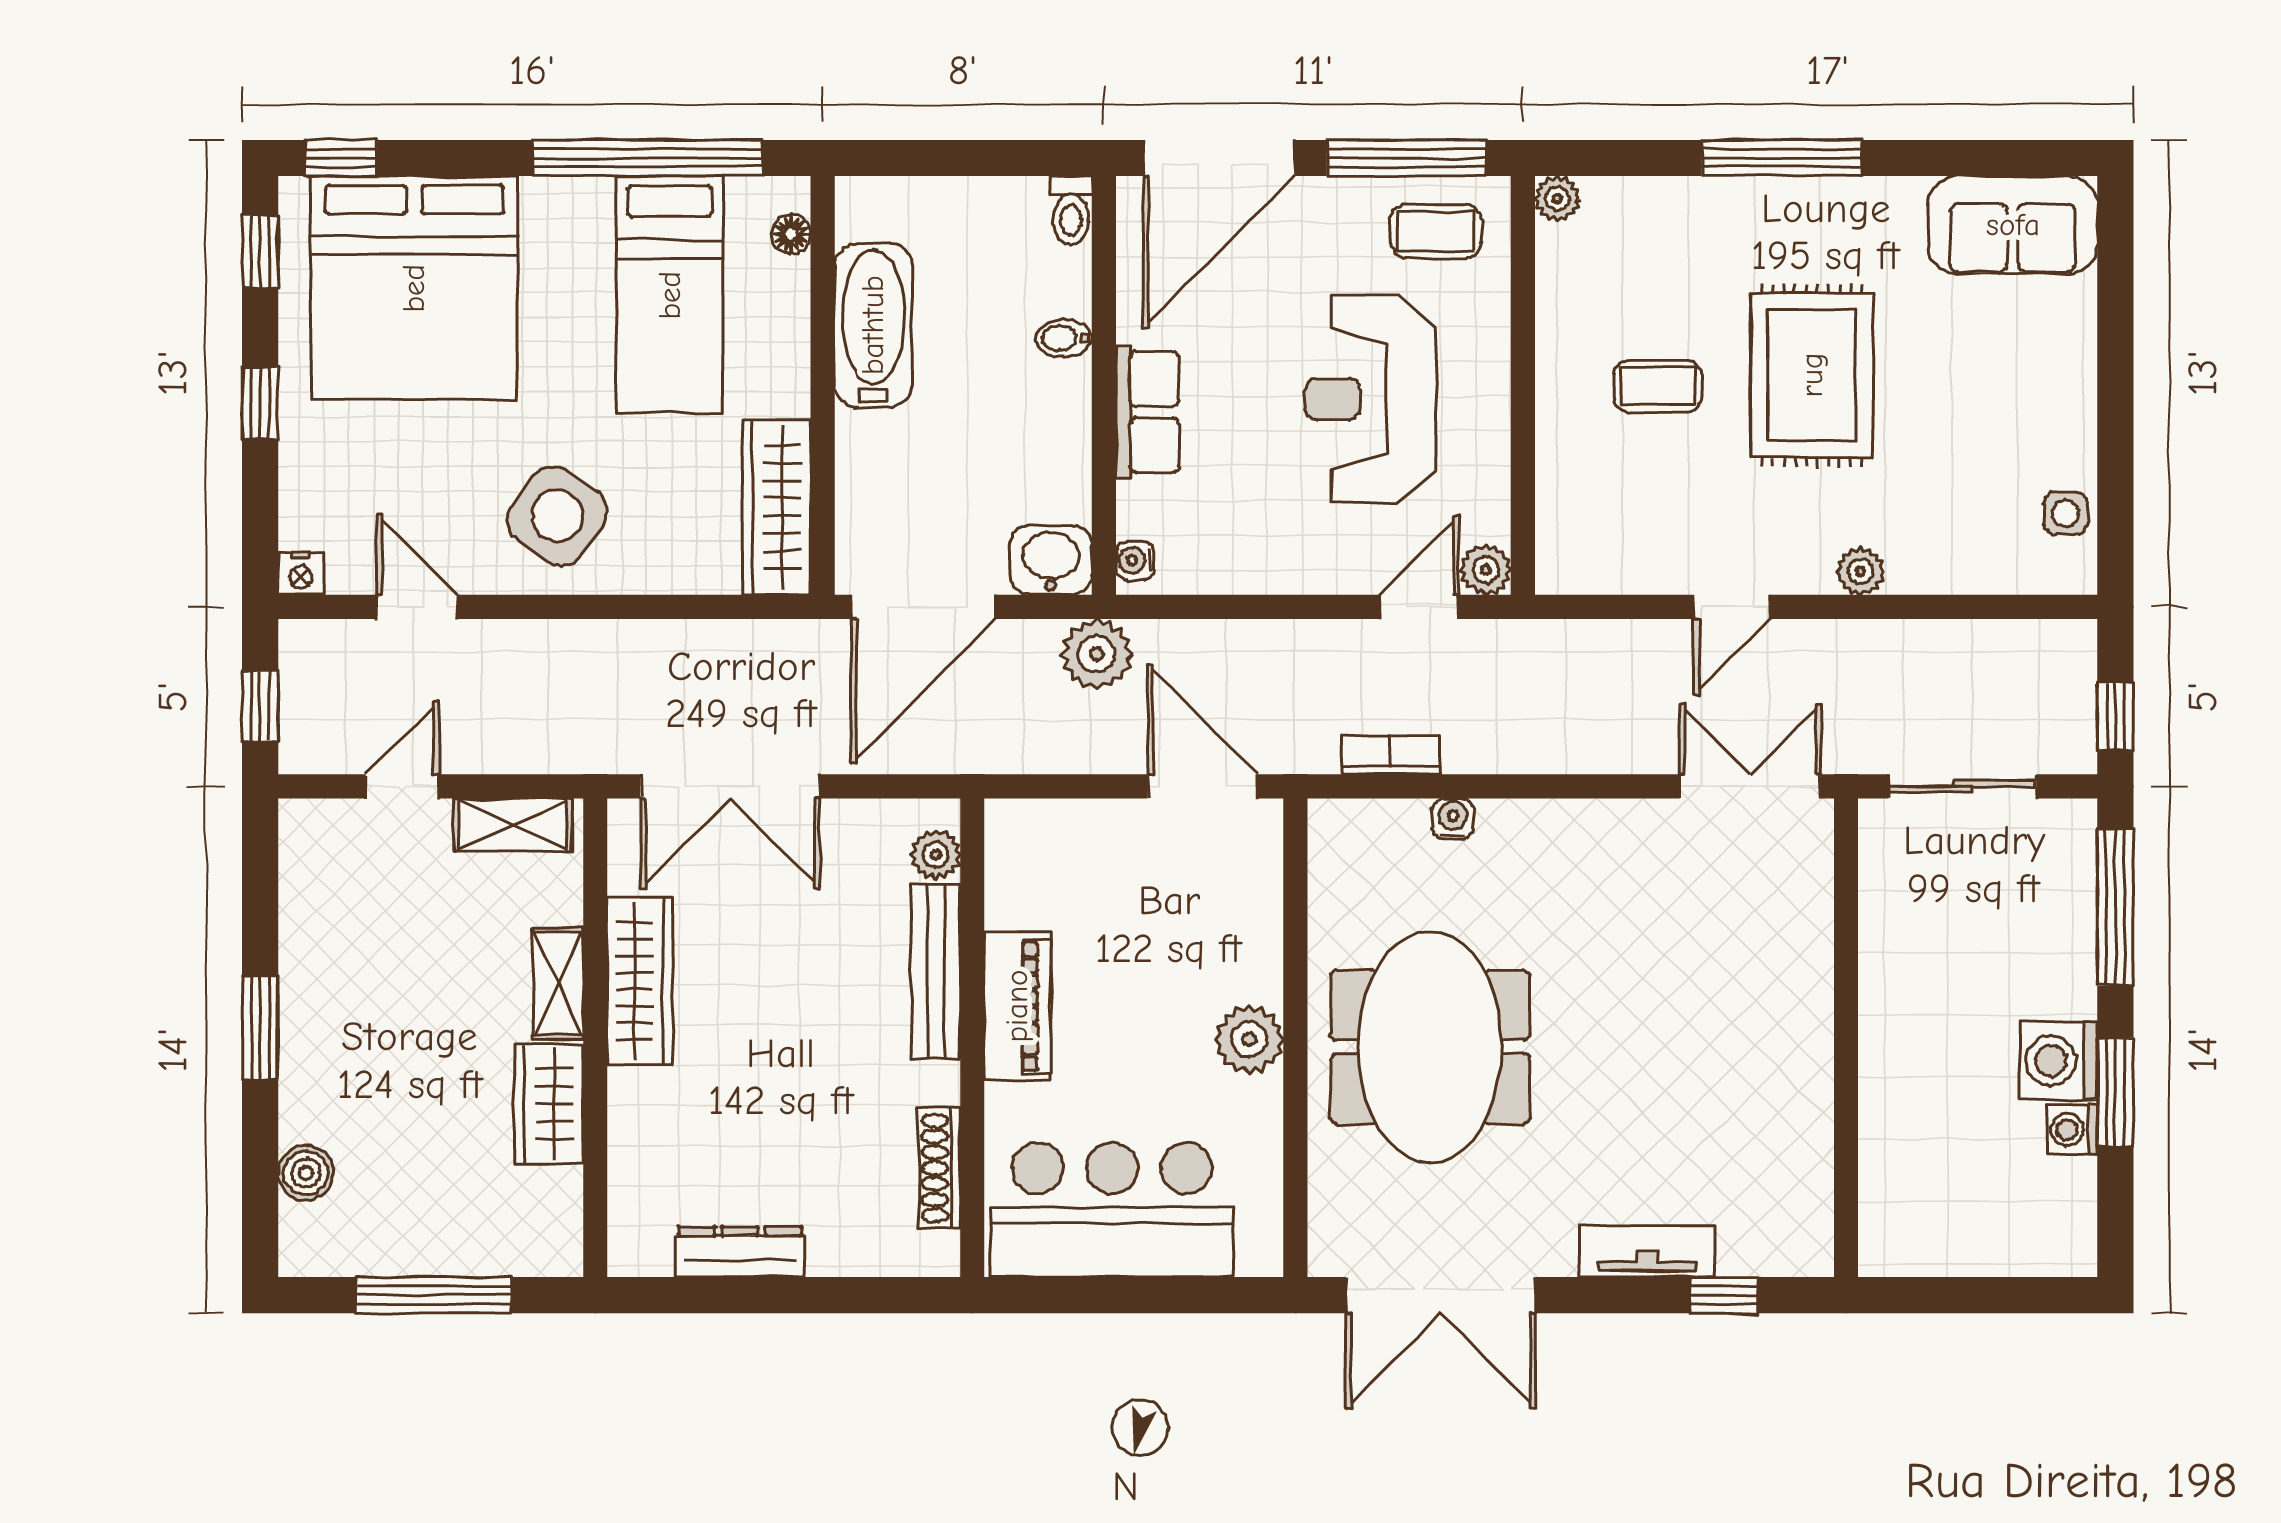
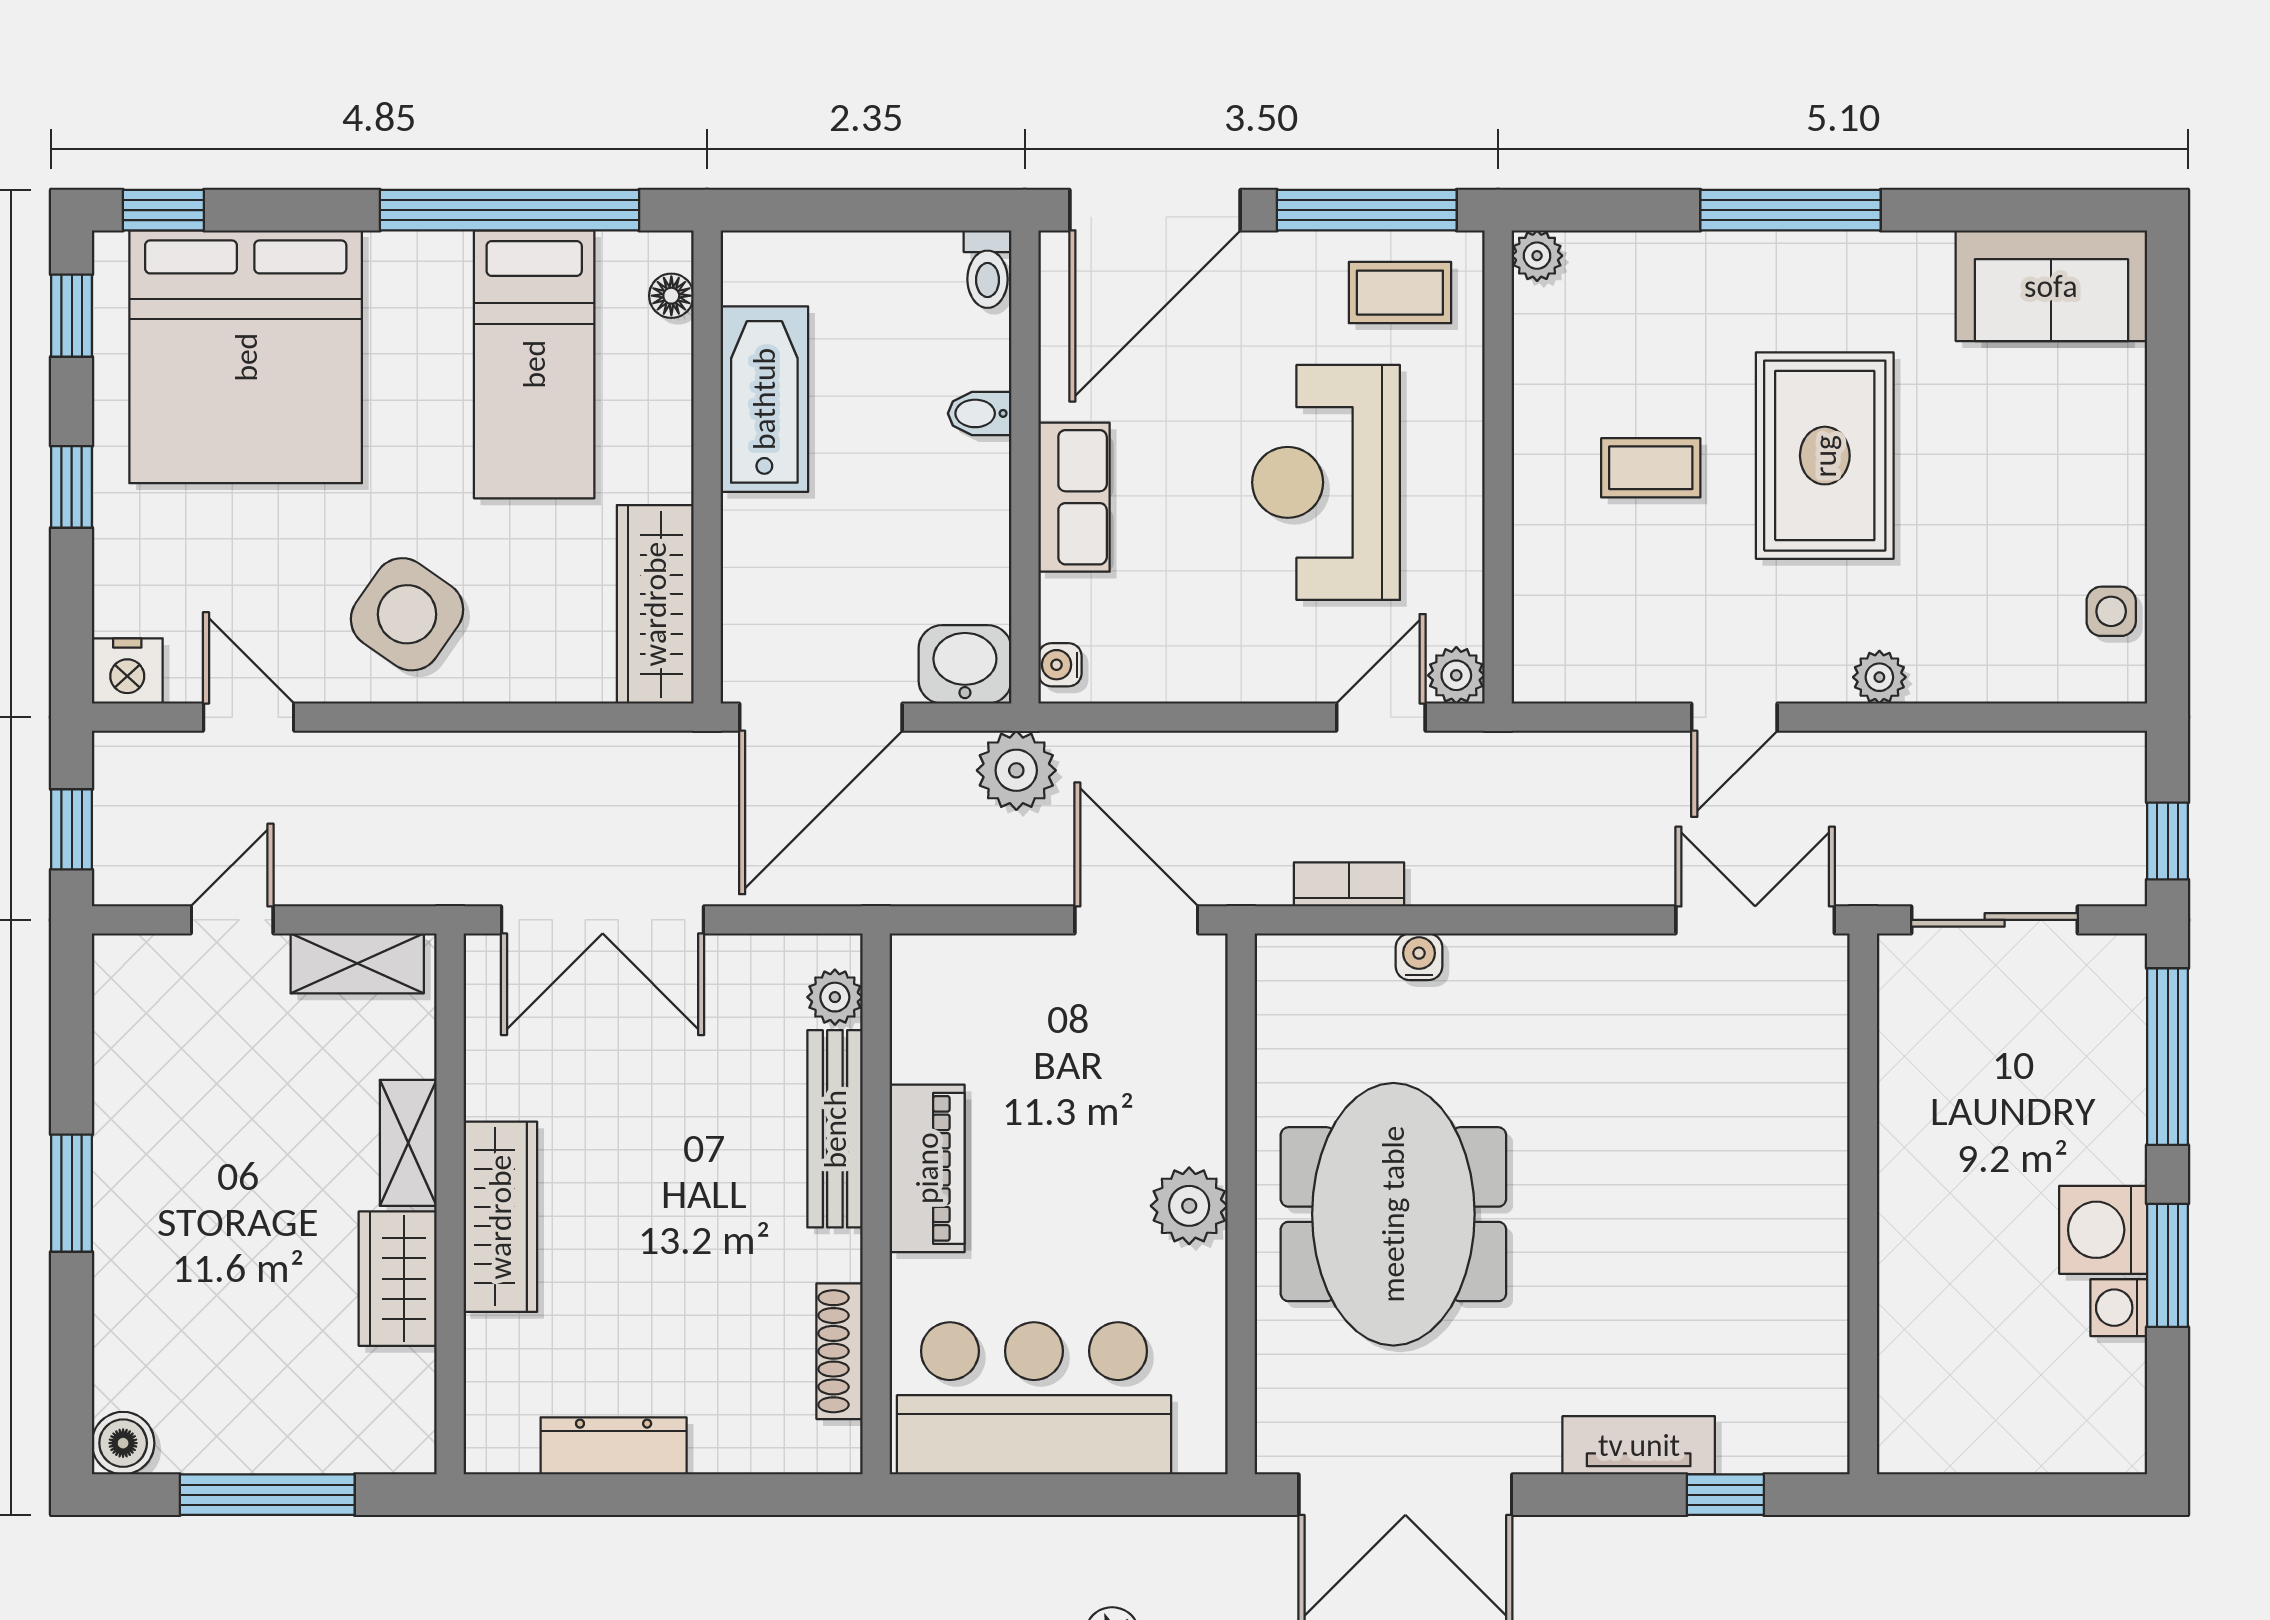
nightstand: (301, 574) -> (127, 671), width x1.39, depth x1.35
wardrobe: (640, 981) -> (500, 1217), moved
boiler: (306, 1173) -> (123, 1443), moved

